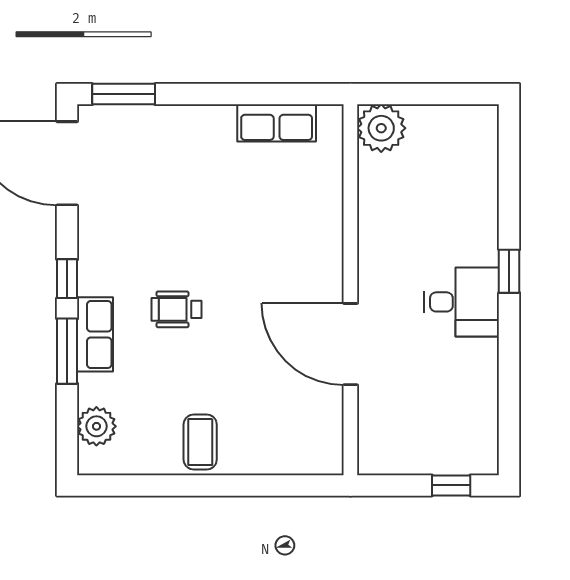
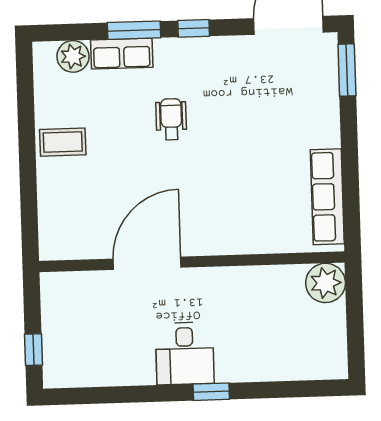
row of seats: (277, 123) -> (327, 197), width x1.48
row of seats: (95, 334) -> (122, 54), moved

